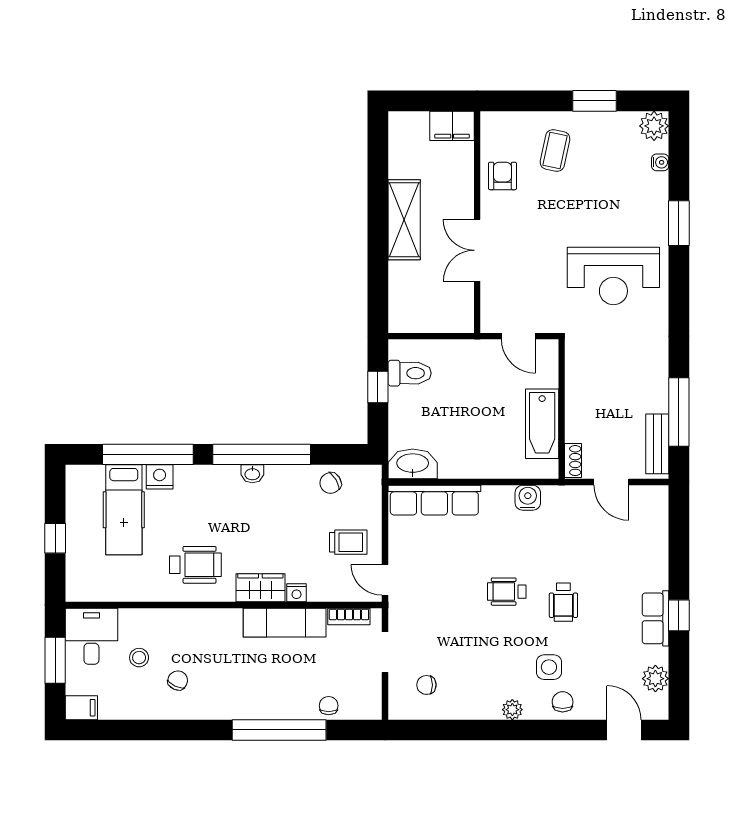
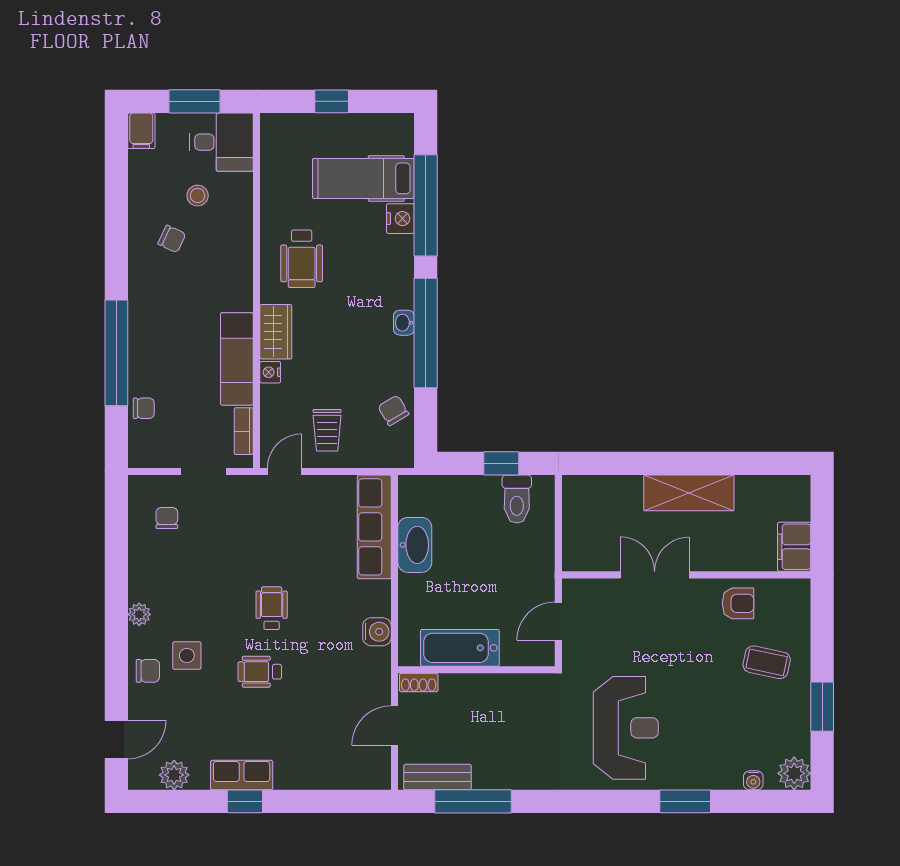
reception desk: (613, 276) -> (626, 728), turned 180
washbasin: (413, 464) -> (415, 545), moved

